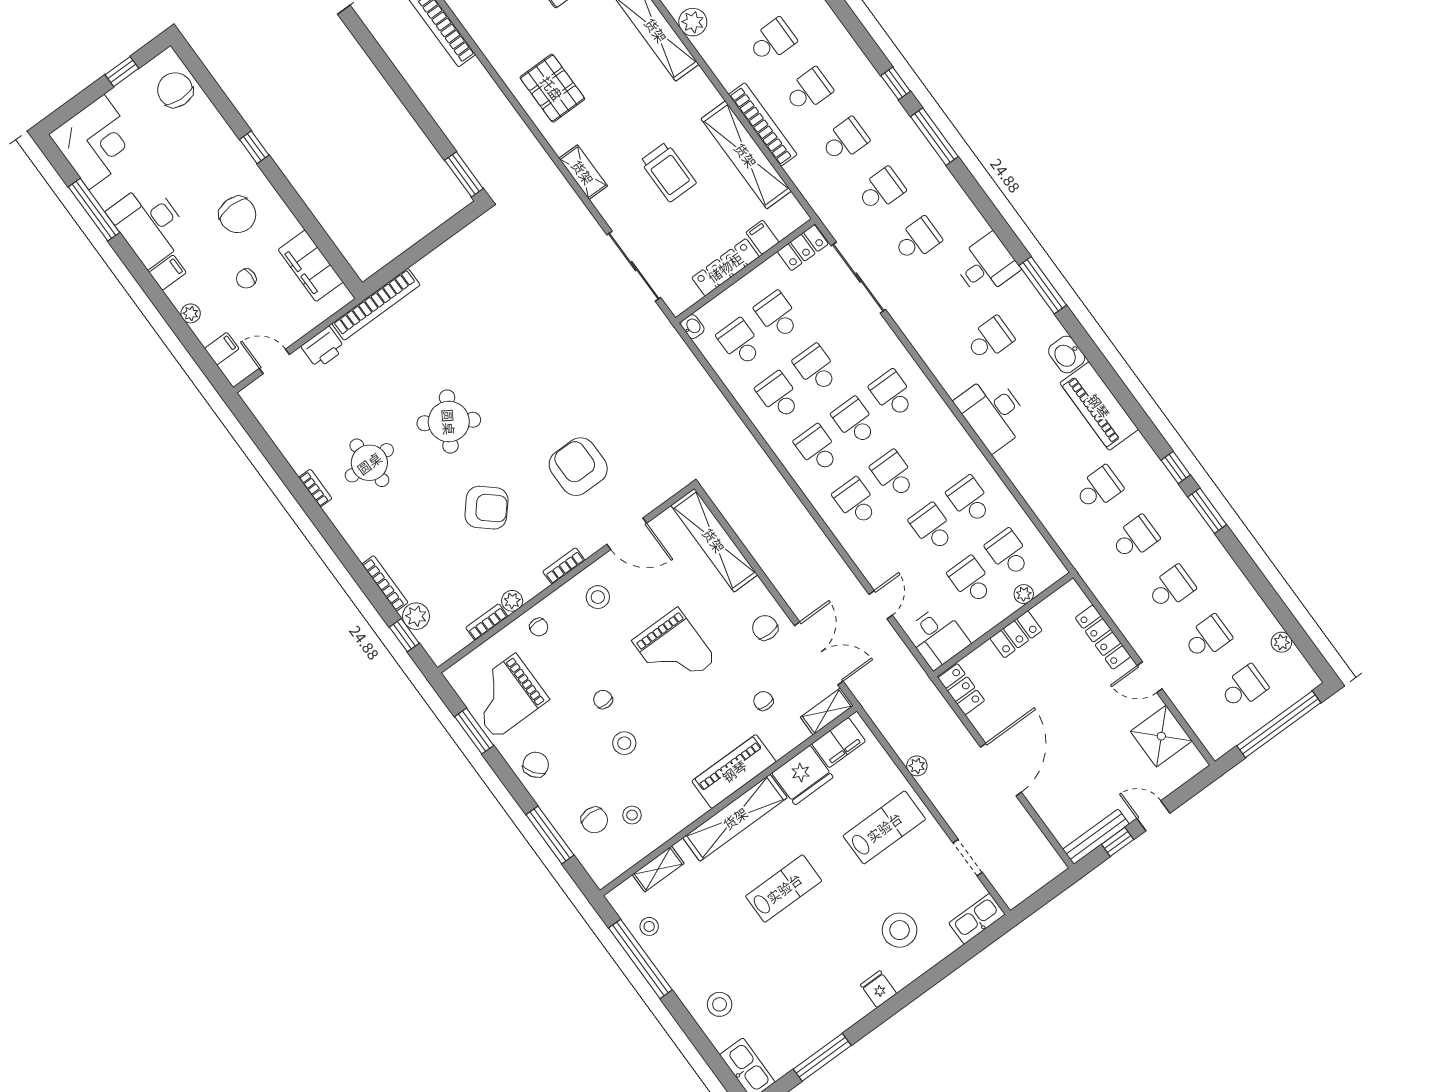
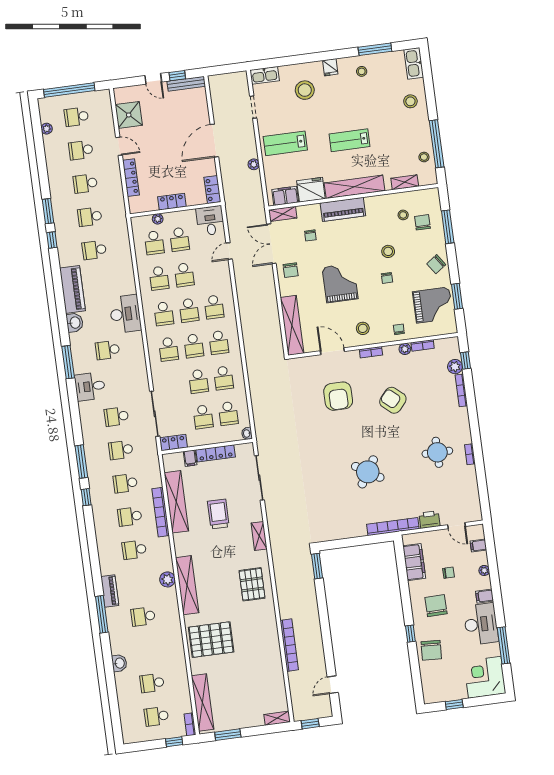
chair: (175, 90) -> (431, 650), moved
round table: (449, 422) -> (368, 472), moved
school desk: (931, 447) -> (164, 314), added
stool: (824, 1010) -> (362, 71), added

